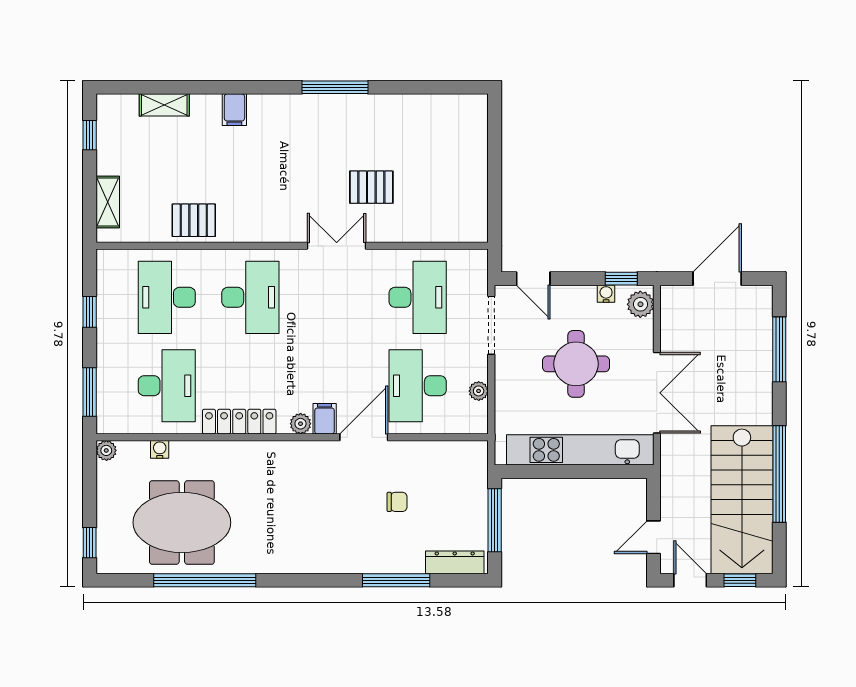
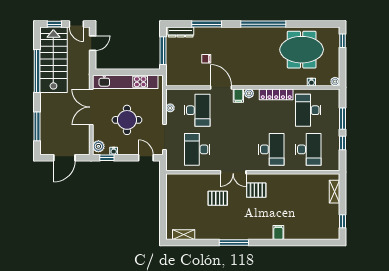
shelving: (164, 105) -> (184, 235), moved
pallet: (194, 220) -> (256, 190), moved
desk: (250, 297) -> (271, 149), turned 180
window: (90, 392) -> (342, 119), moved
door: (364, 437) -> (221, 87), swing flipped
window: (205, 580) -> (263, 24), moved

